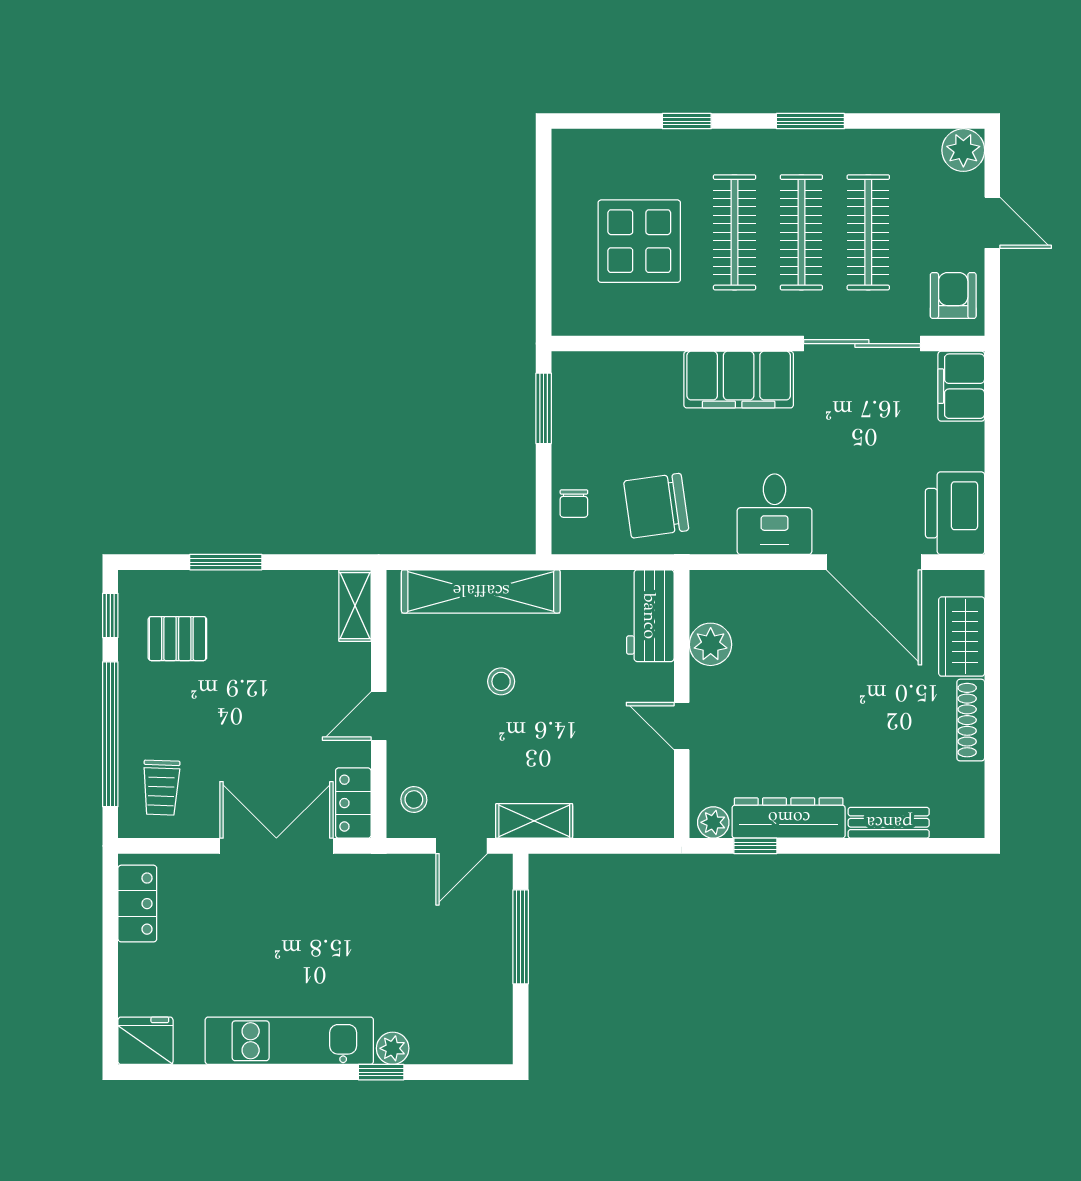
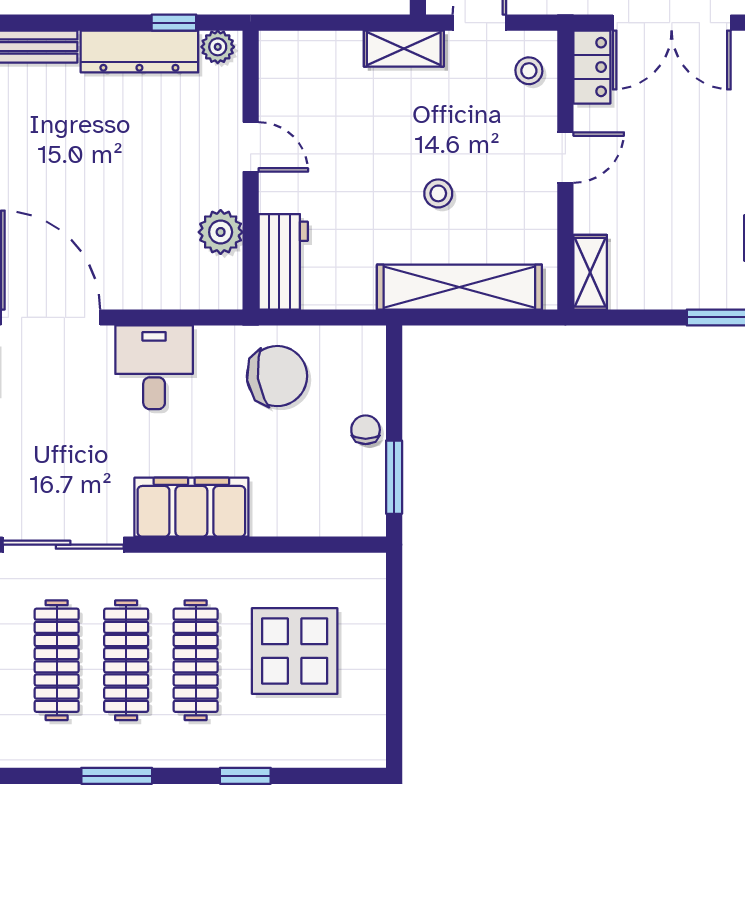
chair: (574, 504) -> (366, 430), moved

